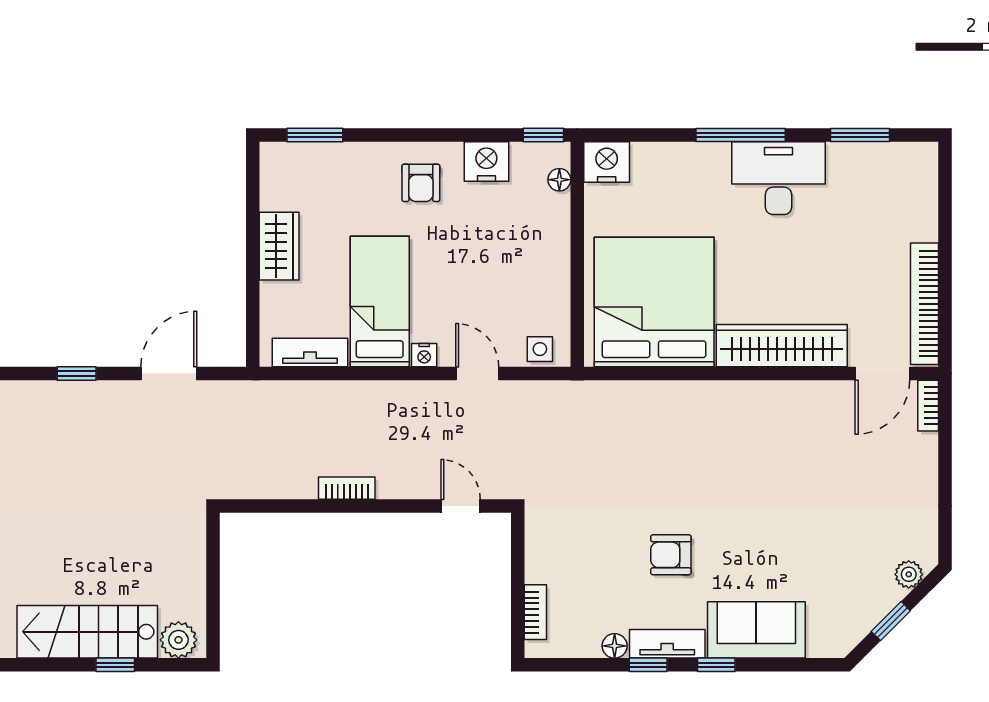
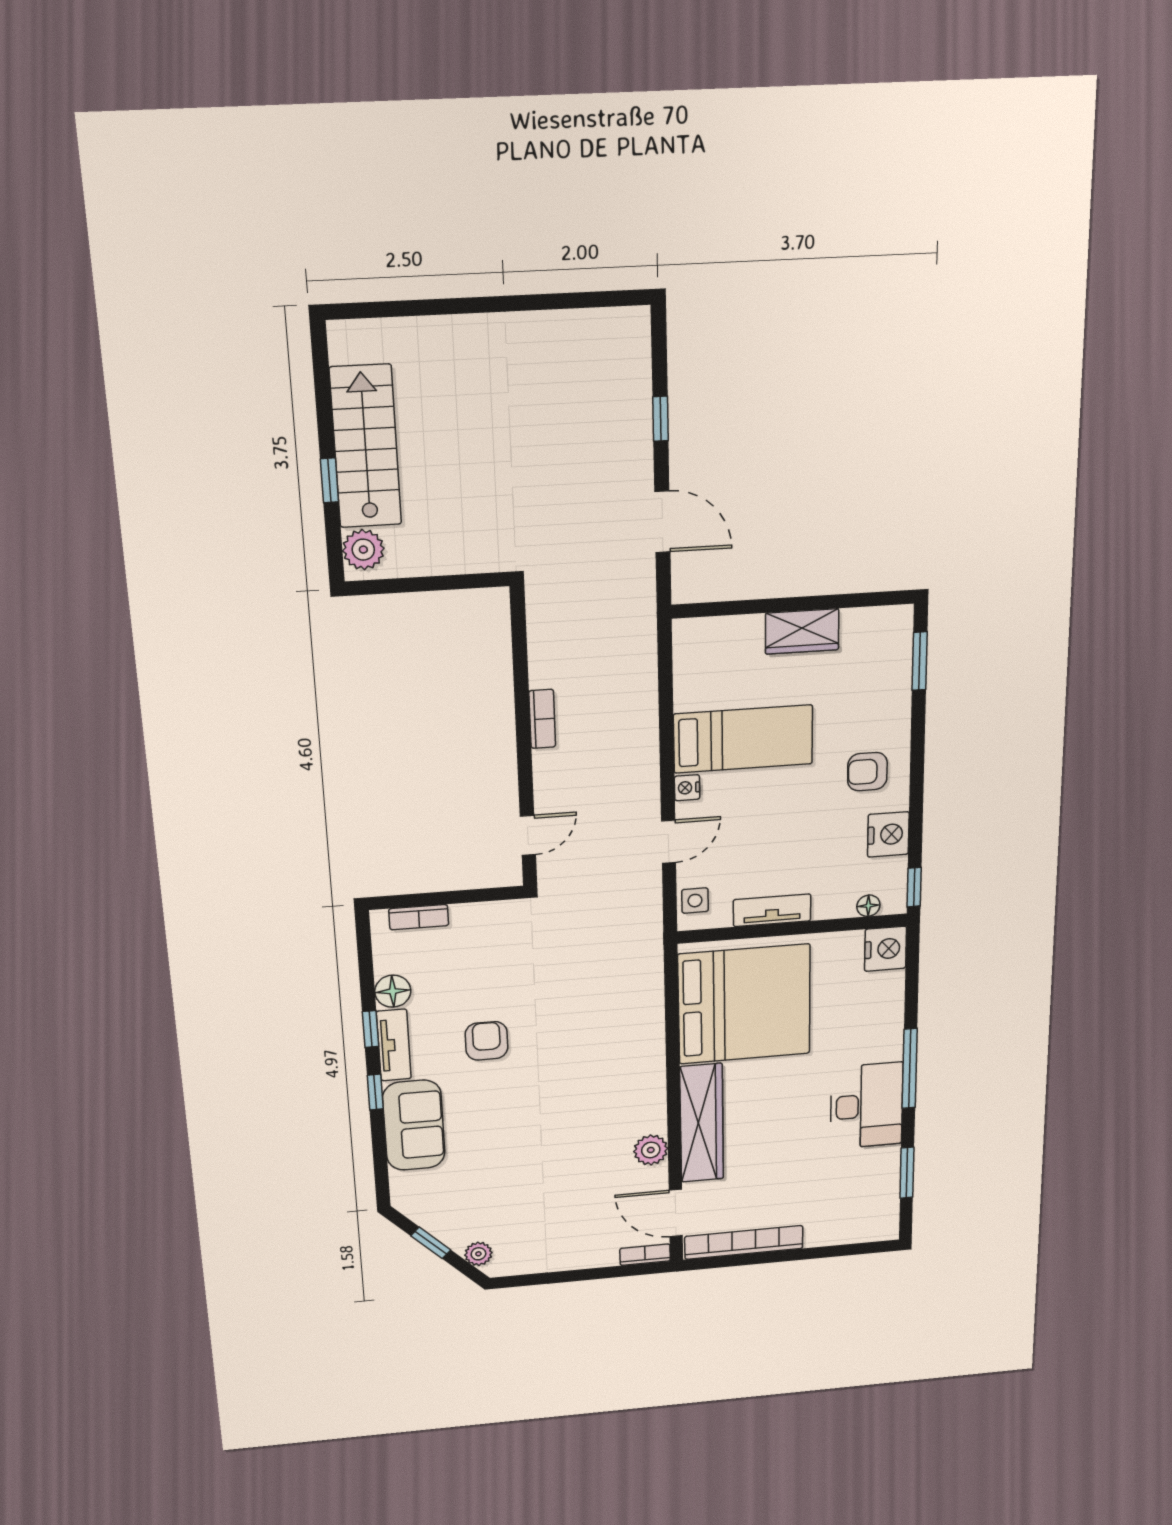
tv unit: (310, 352) -> (772, 910), moved, turned -90
plant: (807, 397) -> (651, 1150), added
floor lamp: (615, 646) -> (393, 991), width x1.37, depth x1.37

